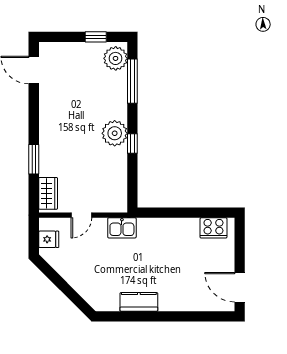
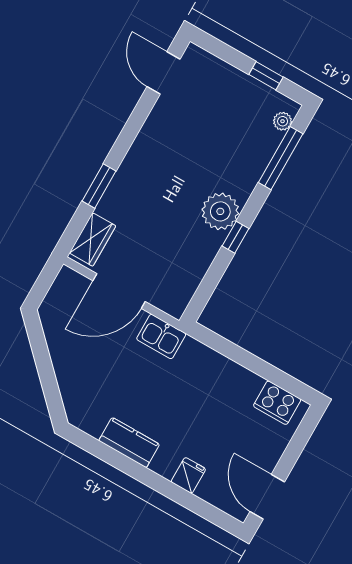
plant: (116, 58) -> (283, 121), width x0.53, depth x0.53
door: (81, 215) -> (119, 291), width x1.87
fridge: (49, 239) -> (188, 475), moved, turned -90

